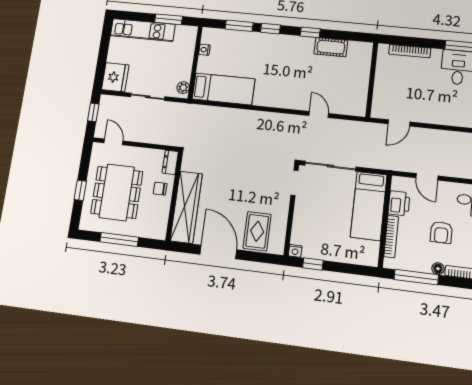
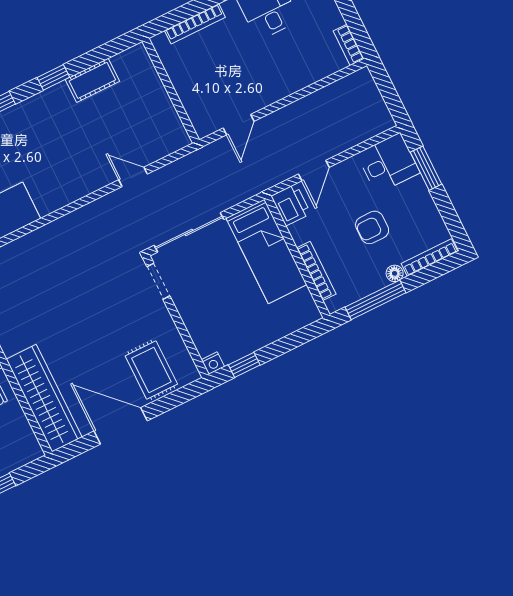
door: (427, 177) -> (314, 171), hinge flipped
printer: (399, 203) -> (291, 205), moved
armchair: (441, 232) -> (372, 227), turned 90

